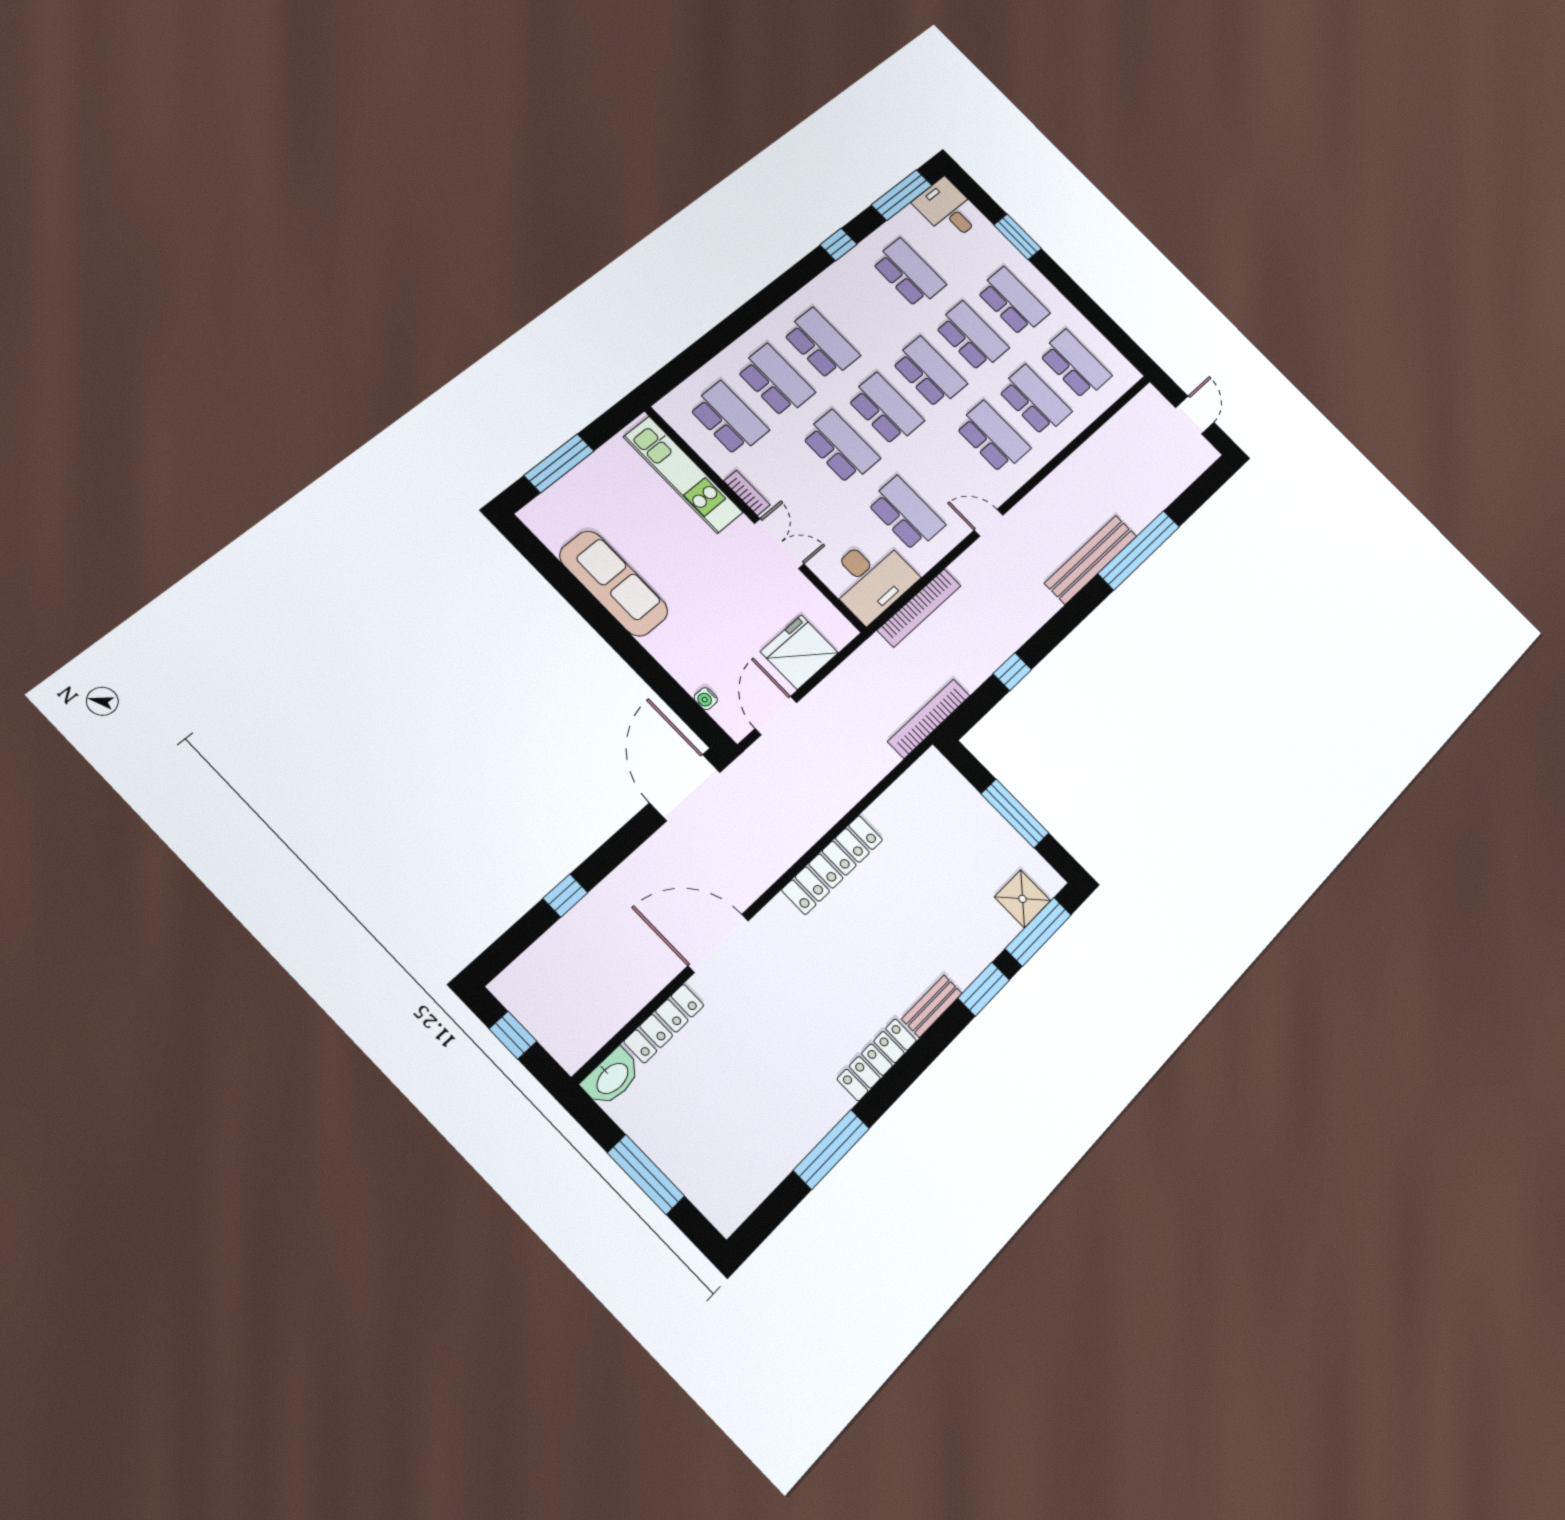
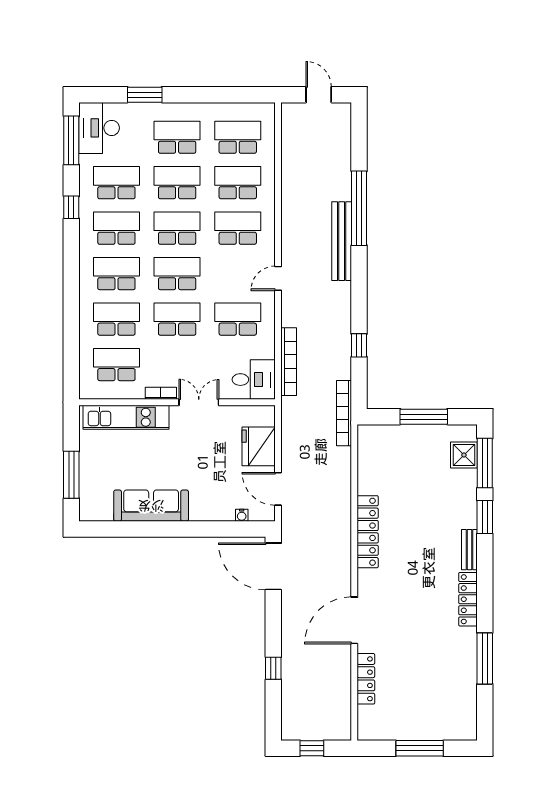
desk: (948, 209) -> (99, 128), width x1.37
school desk: (865, 308) -> (116, 228), added
desk: (870, 578) -> (254, 380), width x0.73
washbasin: (612, 1078) -> (367, 724), removed

